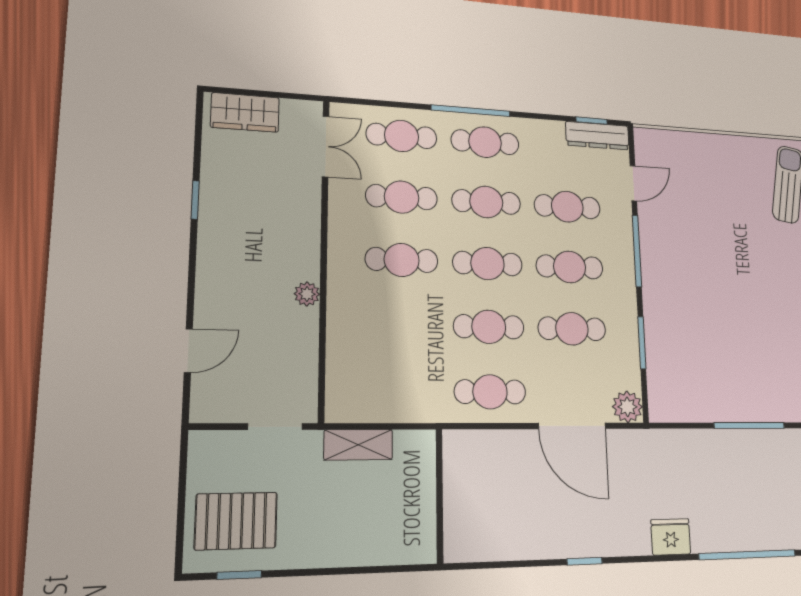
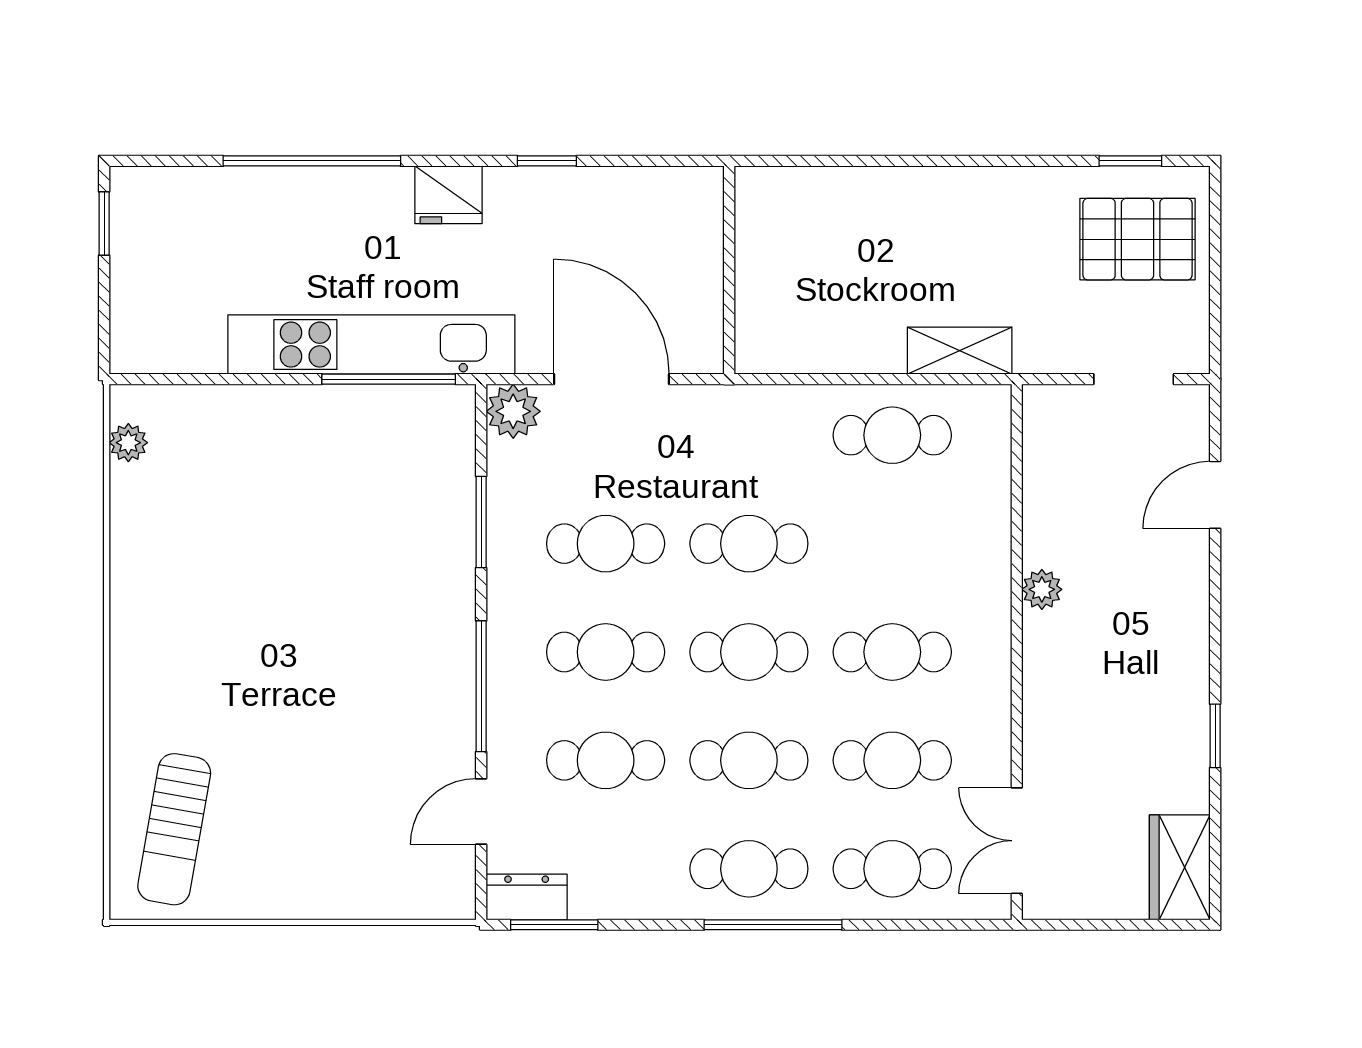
wardrobe: (245, 112) -> (1180, 867), moved, turned -90
window: (592, 121) -> (554, 925), width x1.50
dresser: (597, 136) -> (527, 897), width x0.70
cafe table: (490, 392) -> (892, 435), moved
window: (749, 426) -> (389, 379), moved
doorway: (275, 427) -> (1134, 379), moved
kitchen unit: (708, 446) -> (371, 345), added
wall: (440, 496) -> (729, 270), moved
window: (585, 561) -> (547, 161), moved

